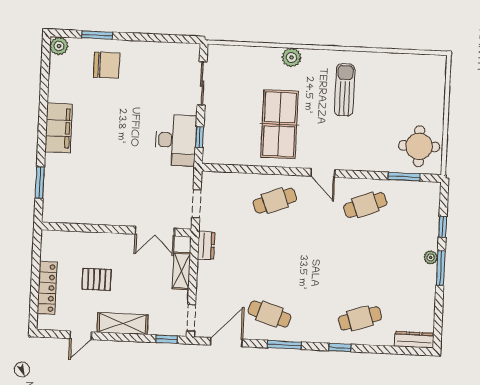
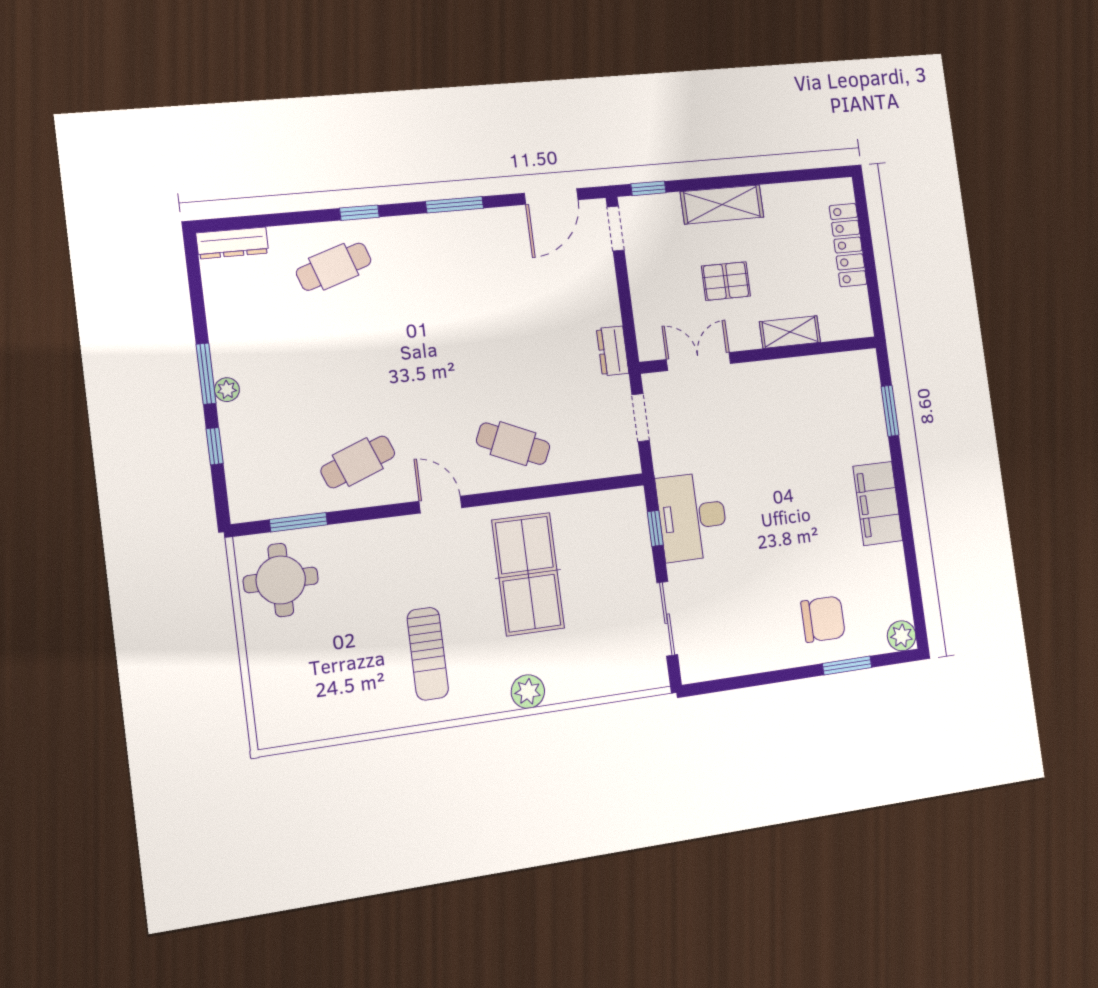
chair: (107, 65) -> (823, 619), turned 180
cafe table: (275, 201) -> (513, 444), turned 45
shelving: (181, 271) -> (790, 332), moved, turned 90
pallet: (97, 279) -> (726, 281), moved
cafe table: (269, 314) -> (489, 253), removed
door: (81, 335) -> (783, 177), removed

